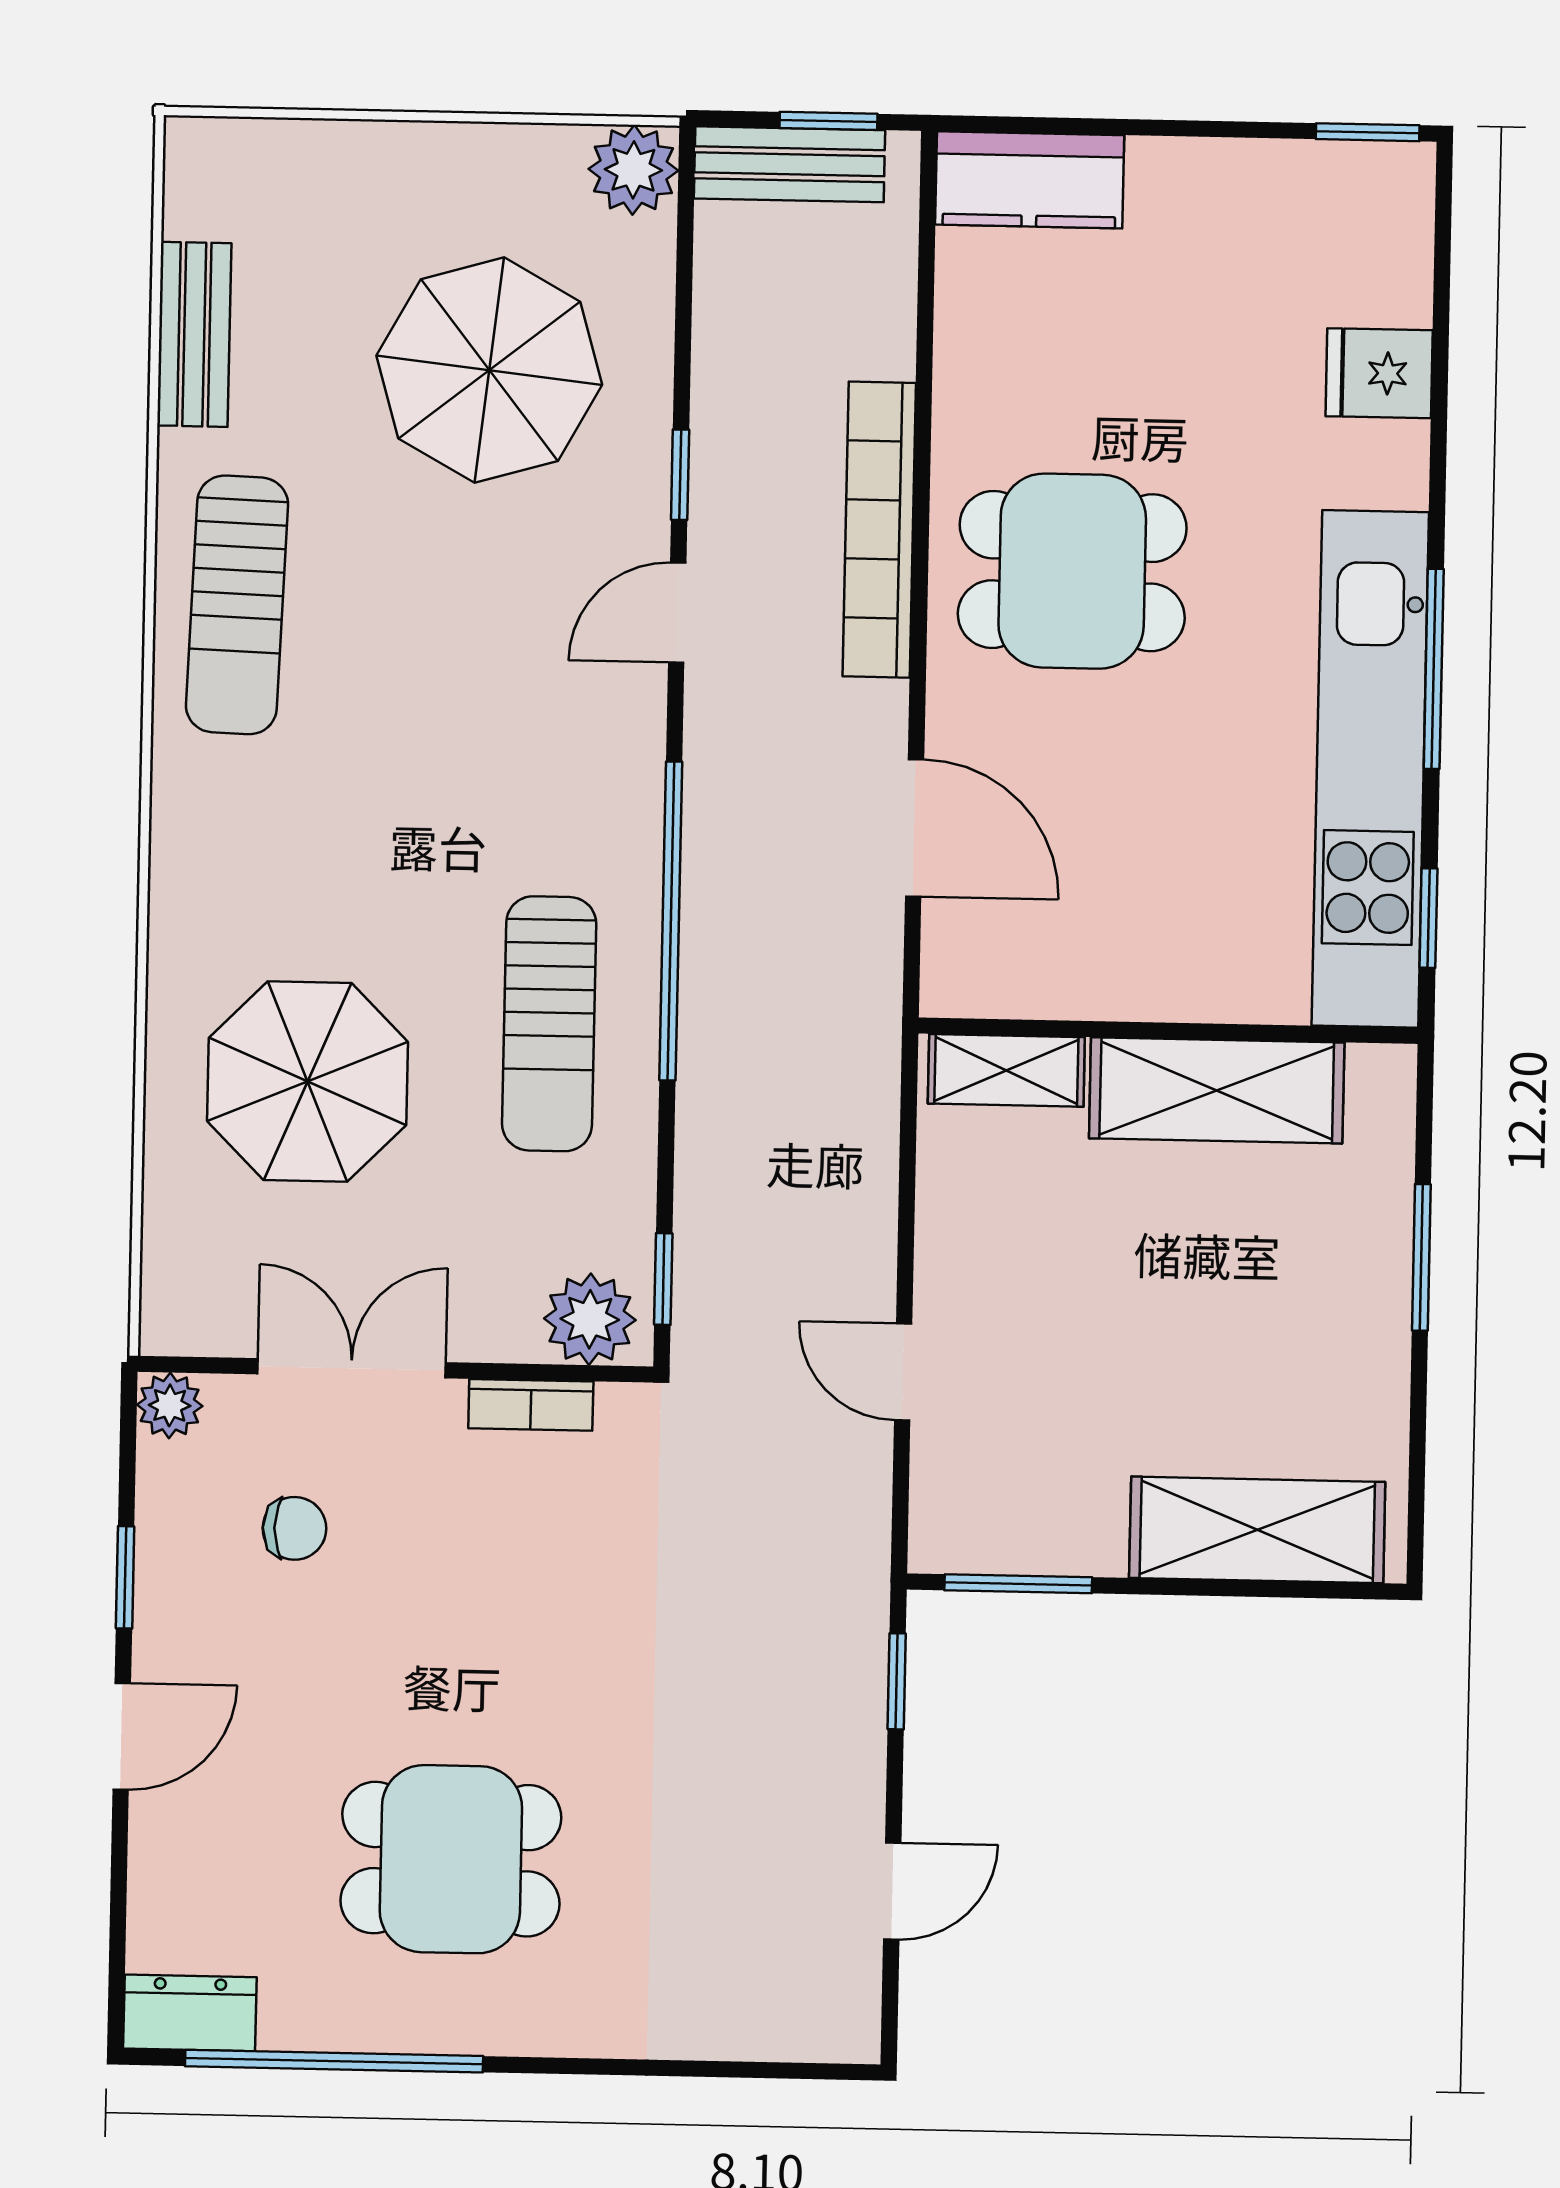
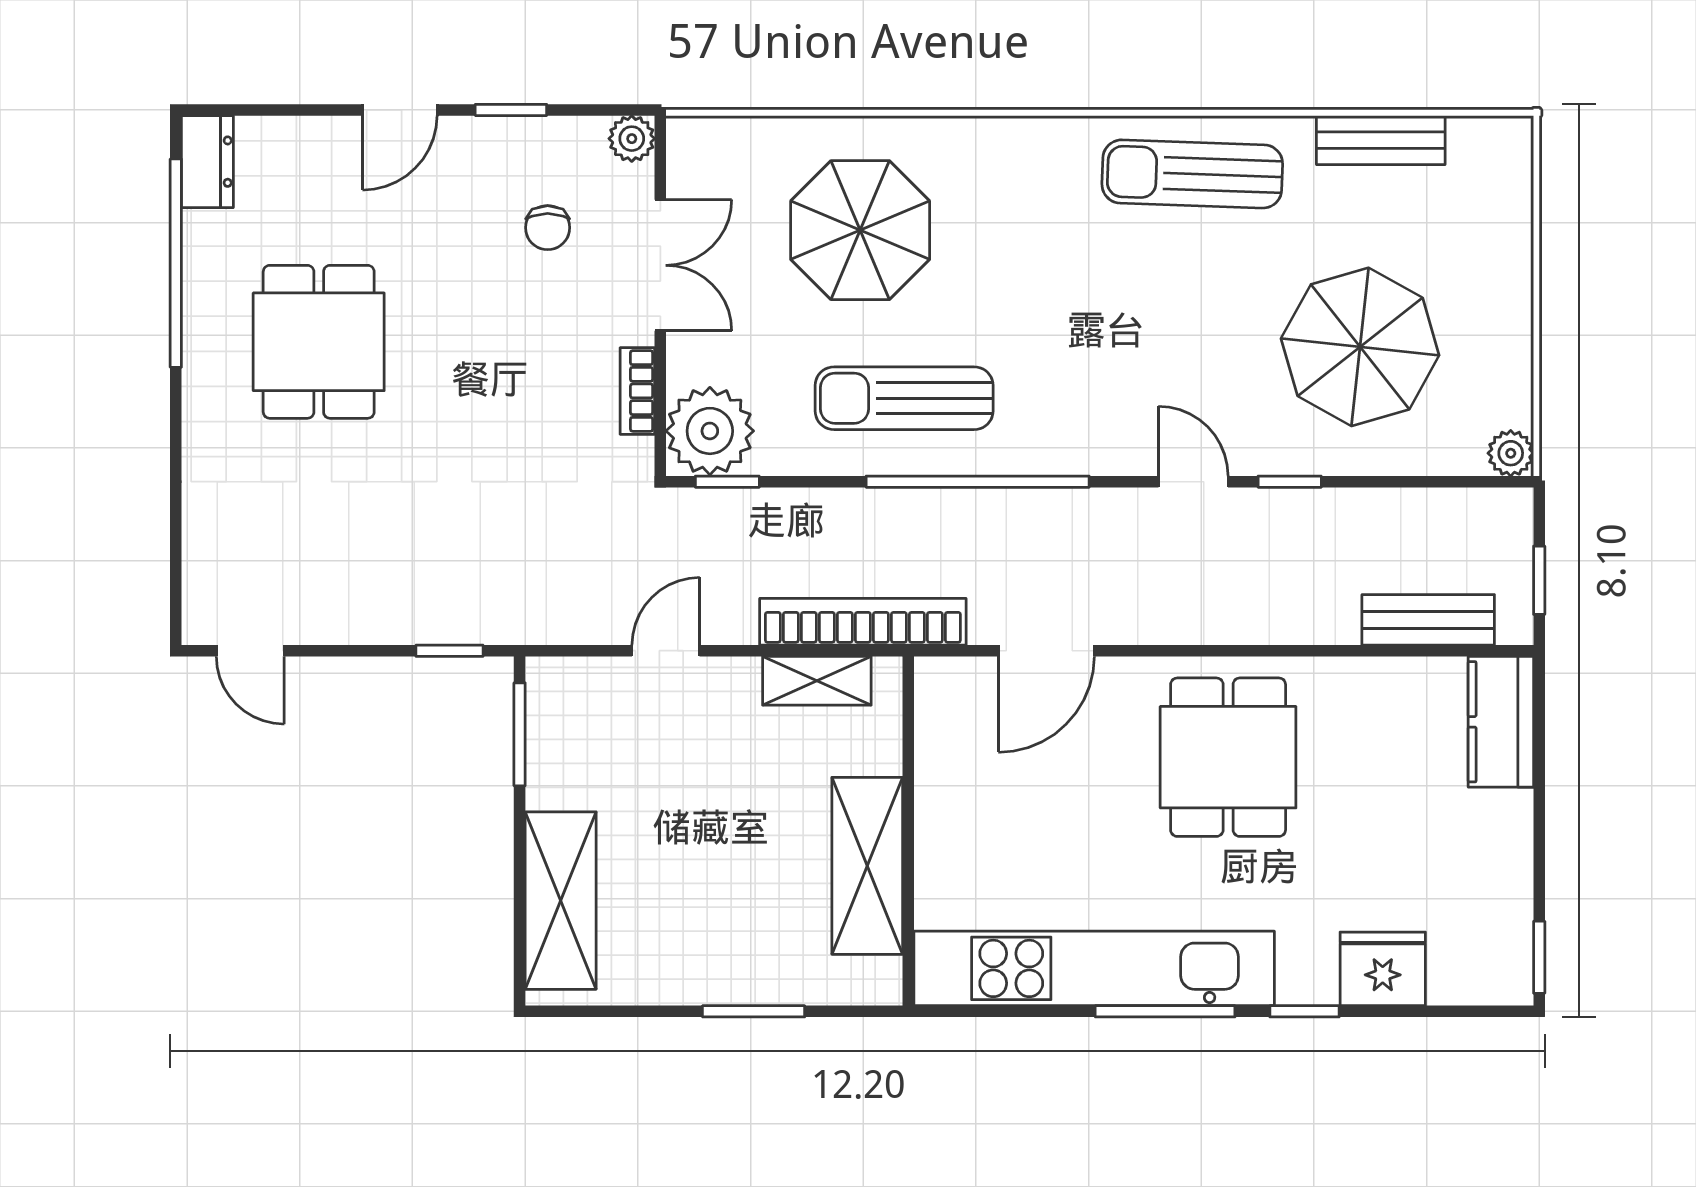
bench: (789, 164) -> (1428, 620), moved, turned 90
plant: (633, 170) -> (1511, 453), width x0.73, depth x0.73
fridge: (1379, 373) -> (1383, 969), width x1.38
bookcase: (879, 530) -> (863, 622), moved
window: (1428, 918) -> (1305, 1011), moved
shelving: (1006, 1070) -> (817, 681), moved, turned 90
plant: (590, 1319) -> (710, 431), width x1.36, depth x1.36
door: (122, 1736) -> (400, 110), hinge flipped
door: (892, 1891) -> (250, 651), moved

